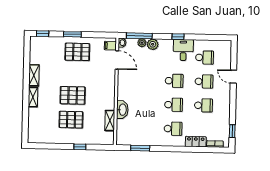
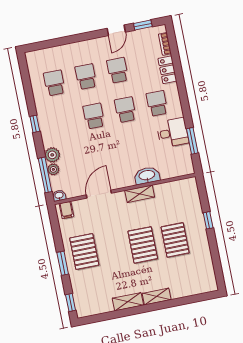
desk: (183, 50) -> (172, 133), moved, turned 180
door: (117, 60) -> (99, 194), moved
door: (233, 77) -> (116, 30), moved
shelving: (110, 121) -> (140, 194), moved

